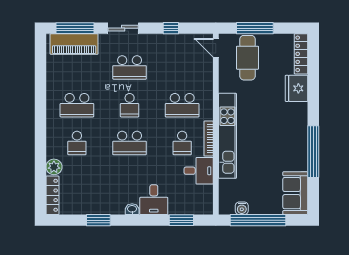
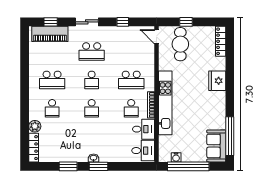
window: (75, 28) -> (51, 22), width x0.46
window: (255, 28) -> (186, 22), width x0.46
fridge: (297, 88) -> (217, 81), moved
school desk: (130, 143) -> (92, 108), width x0.54
window: (313, 152) -> (230, 136), moved
desk: (154, 200) -> (143, 151), moved, turned -90
window: (181, 220) -> (99, 166), moved

